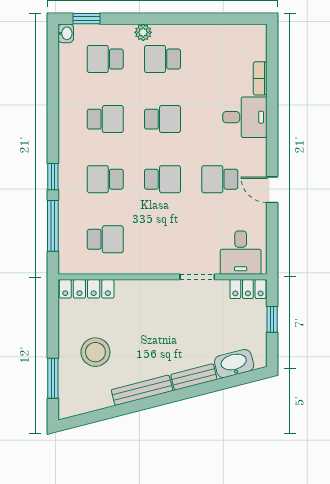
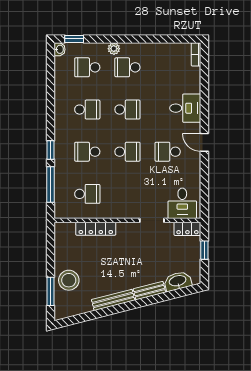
bookcase: (260, 78) -> (196, 54), moved
door: (272, 190) -> (204, 142), moved
locker: (87, 289) -> (96, 229), moved
stool: (95, 352) -> (69, 280), moved

